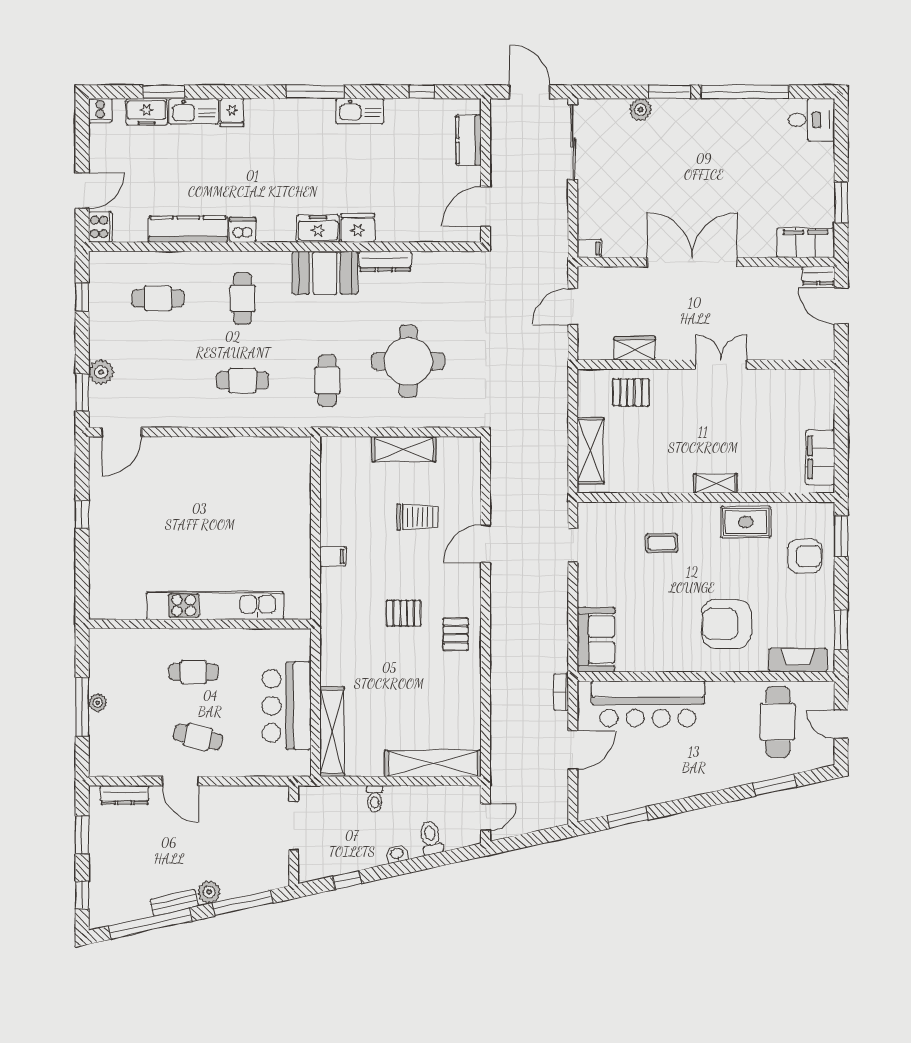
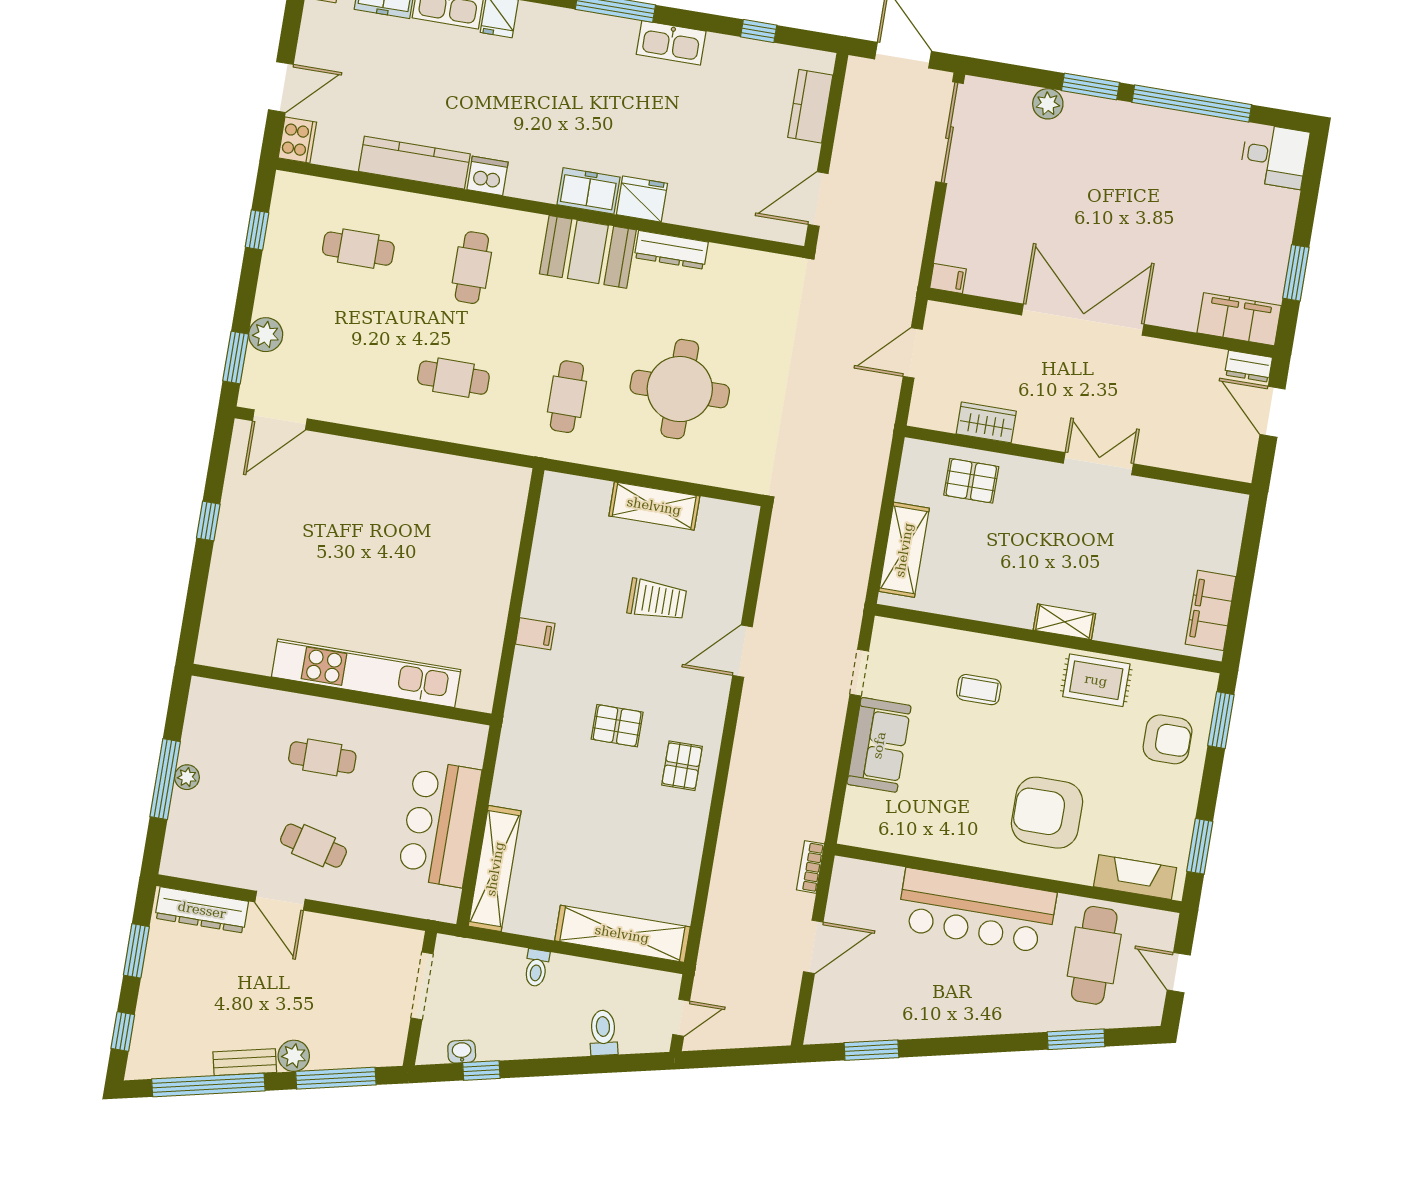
sofa: (596, 640) -> (879, 745), moved
bar counter: (648, 704) -> (977, 911), moved
dresser: (125, 795) -> (202, 910), width x1.37, depth x1.24
washbasin: (397, 854) -> (462, 1052), moved

